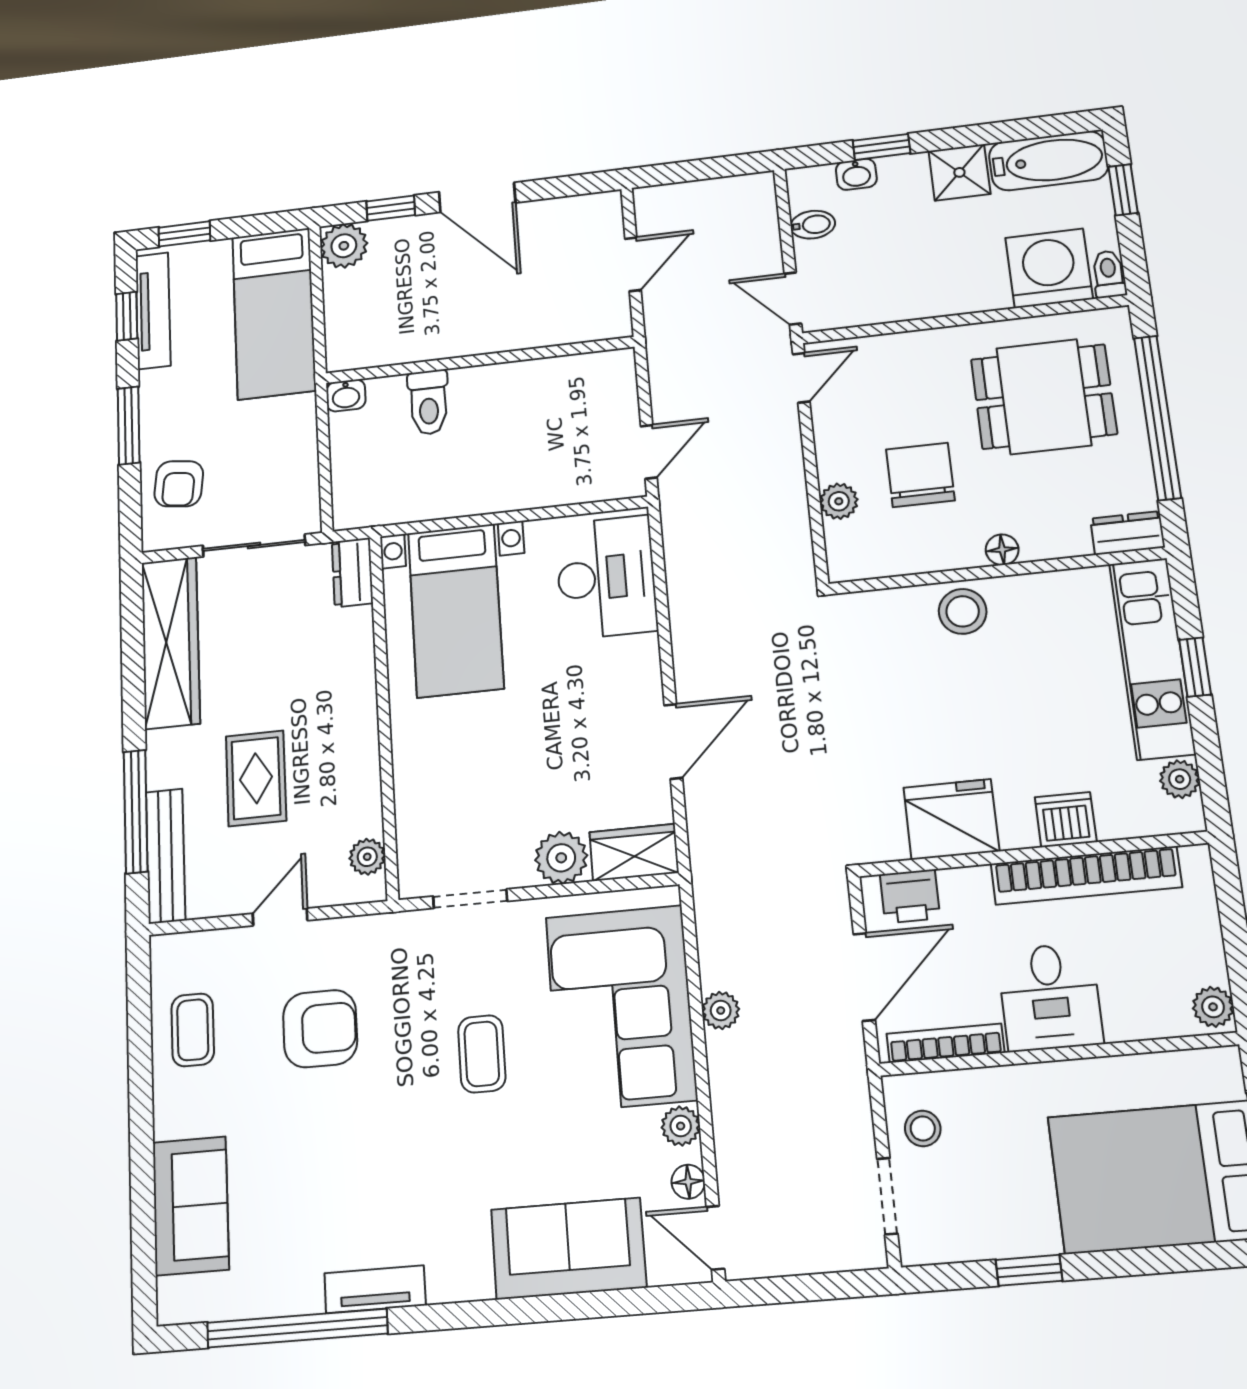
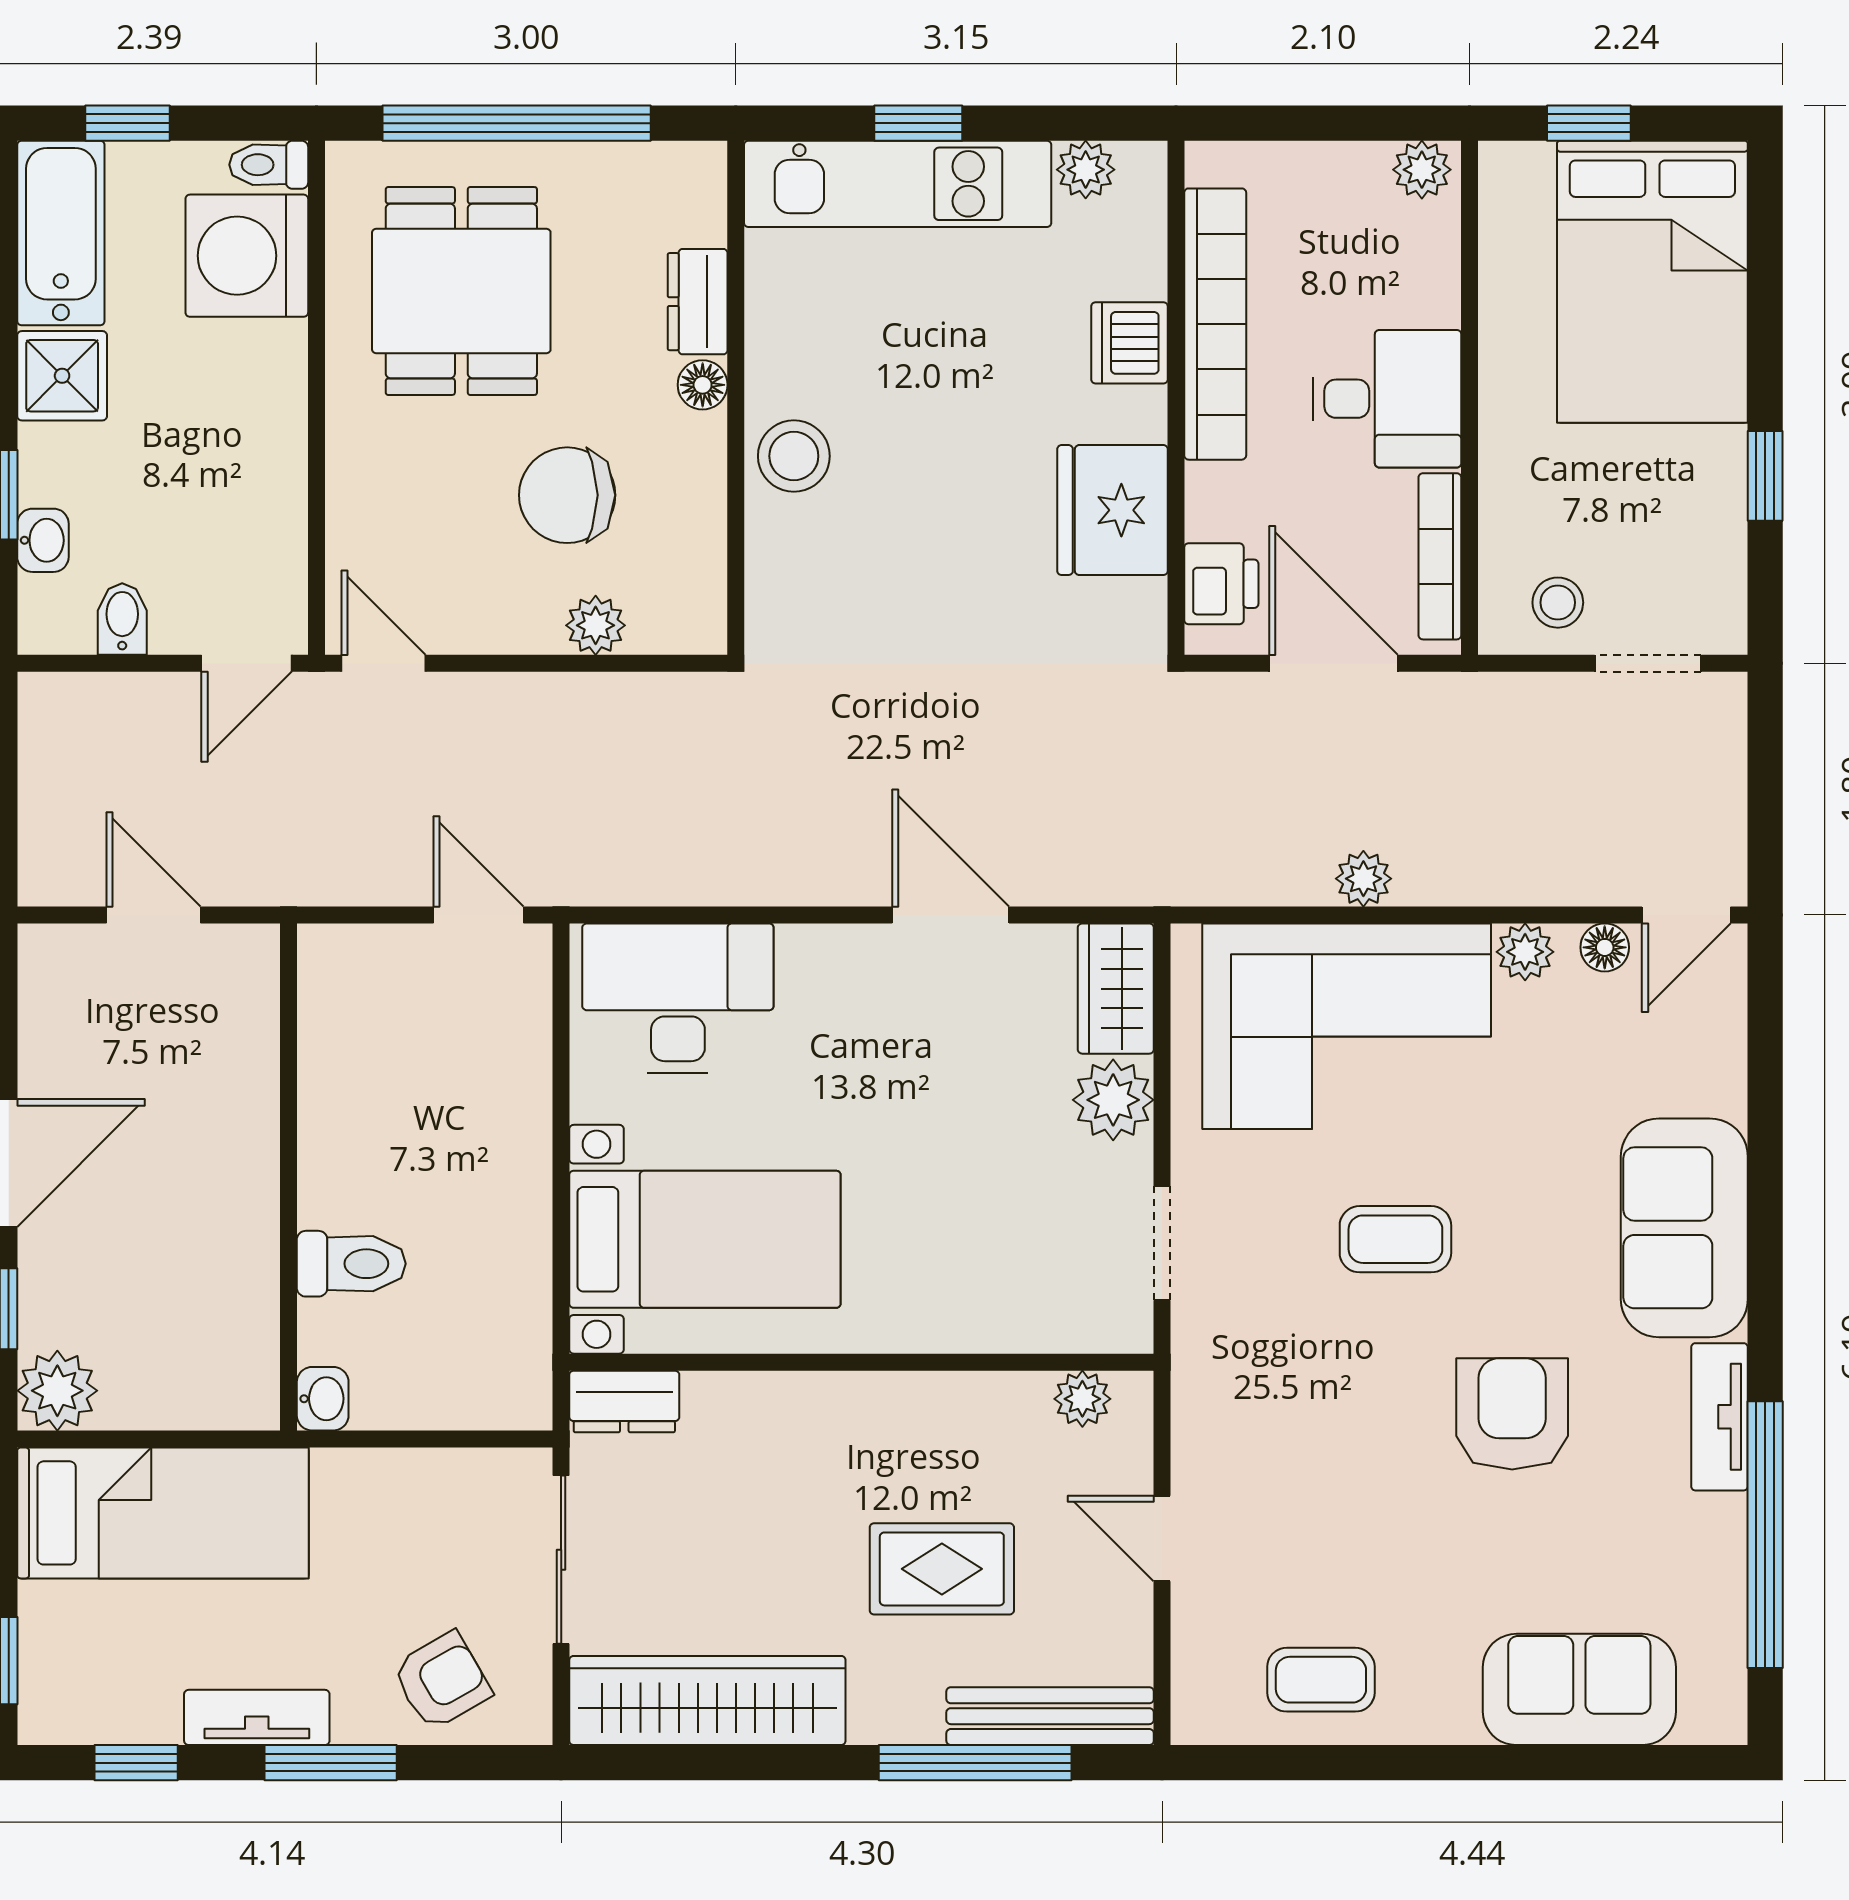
tv unit: (153, 311) -> (257, 1717), moved, width x0.71
armchair: (179, 484) -> (442, 1681), turned -37
dresser: (1128, 533) -> (698, 302), moved
armchair: (320, 1029) -> (1512, 1414), moved
sofa: (568, 1248) -> (1684, 1228), moved

